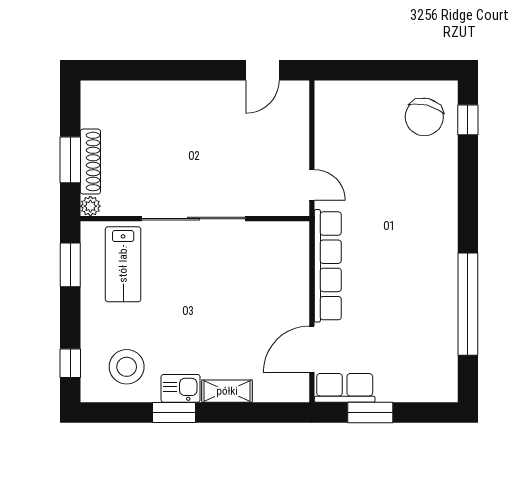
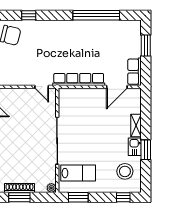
window: (468, 120) -> (29, 15), moved
window: (70, 160) -> (19, 197), moved
shoe rack: (90, 162) -> (19, 188), moved
door: (312, 185) -> (42, 87), swing flipped
door: (312, 349) -> (117, 87), hinge flipped
window: (370, 412) -> (146, 46), moved

